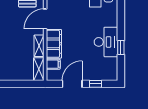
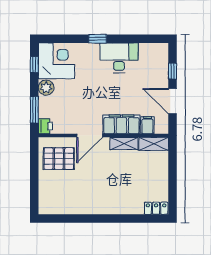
door: (45, 19) -> (90, 136), hinge flipped
window: (121, 47) -> (98, 39), moved

